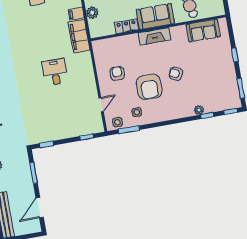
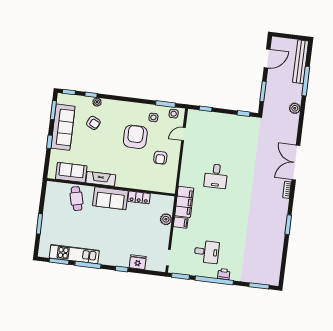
fireplace: (155, 36) -> (101, 179), moved
armchair: (176, 74) -> (93, 123), moved
sofa: (226, 74) -> (63, 127), added

